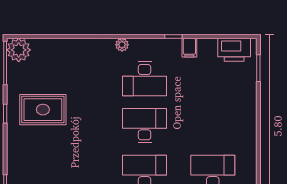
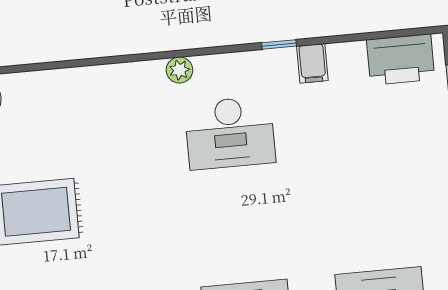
desk: (145, 126) -> (239, 225), removed

